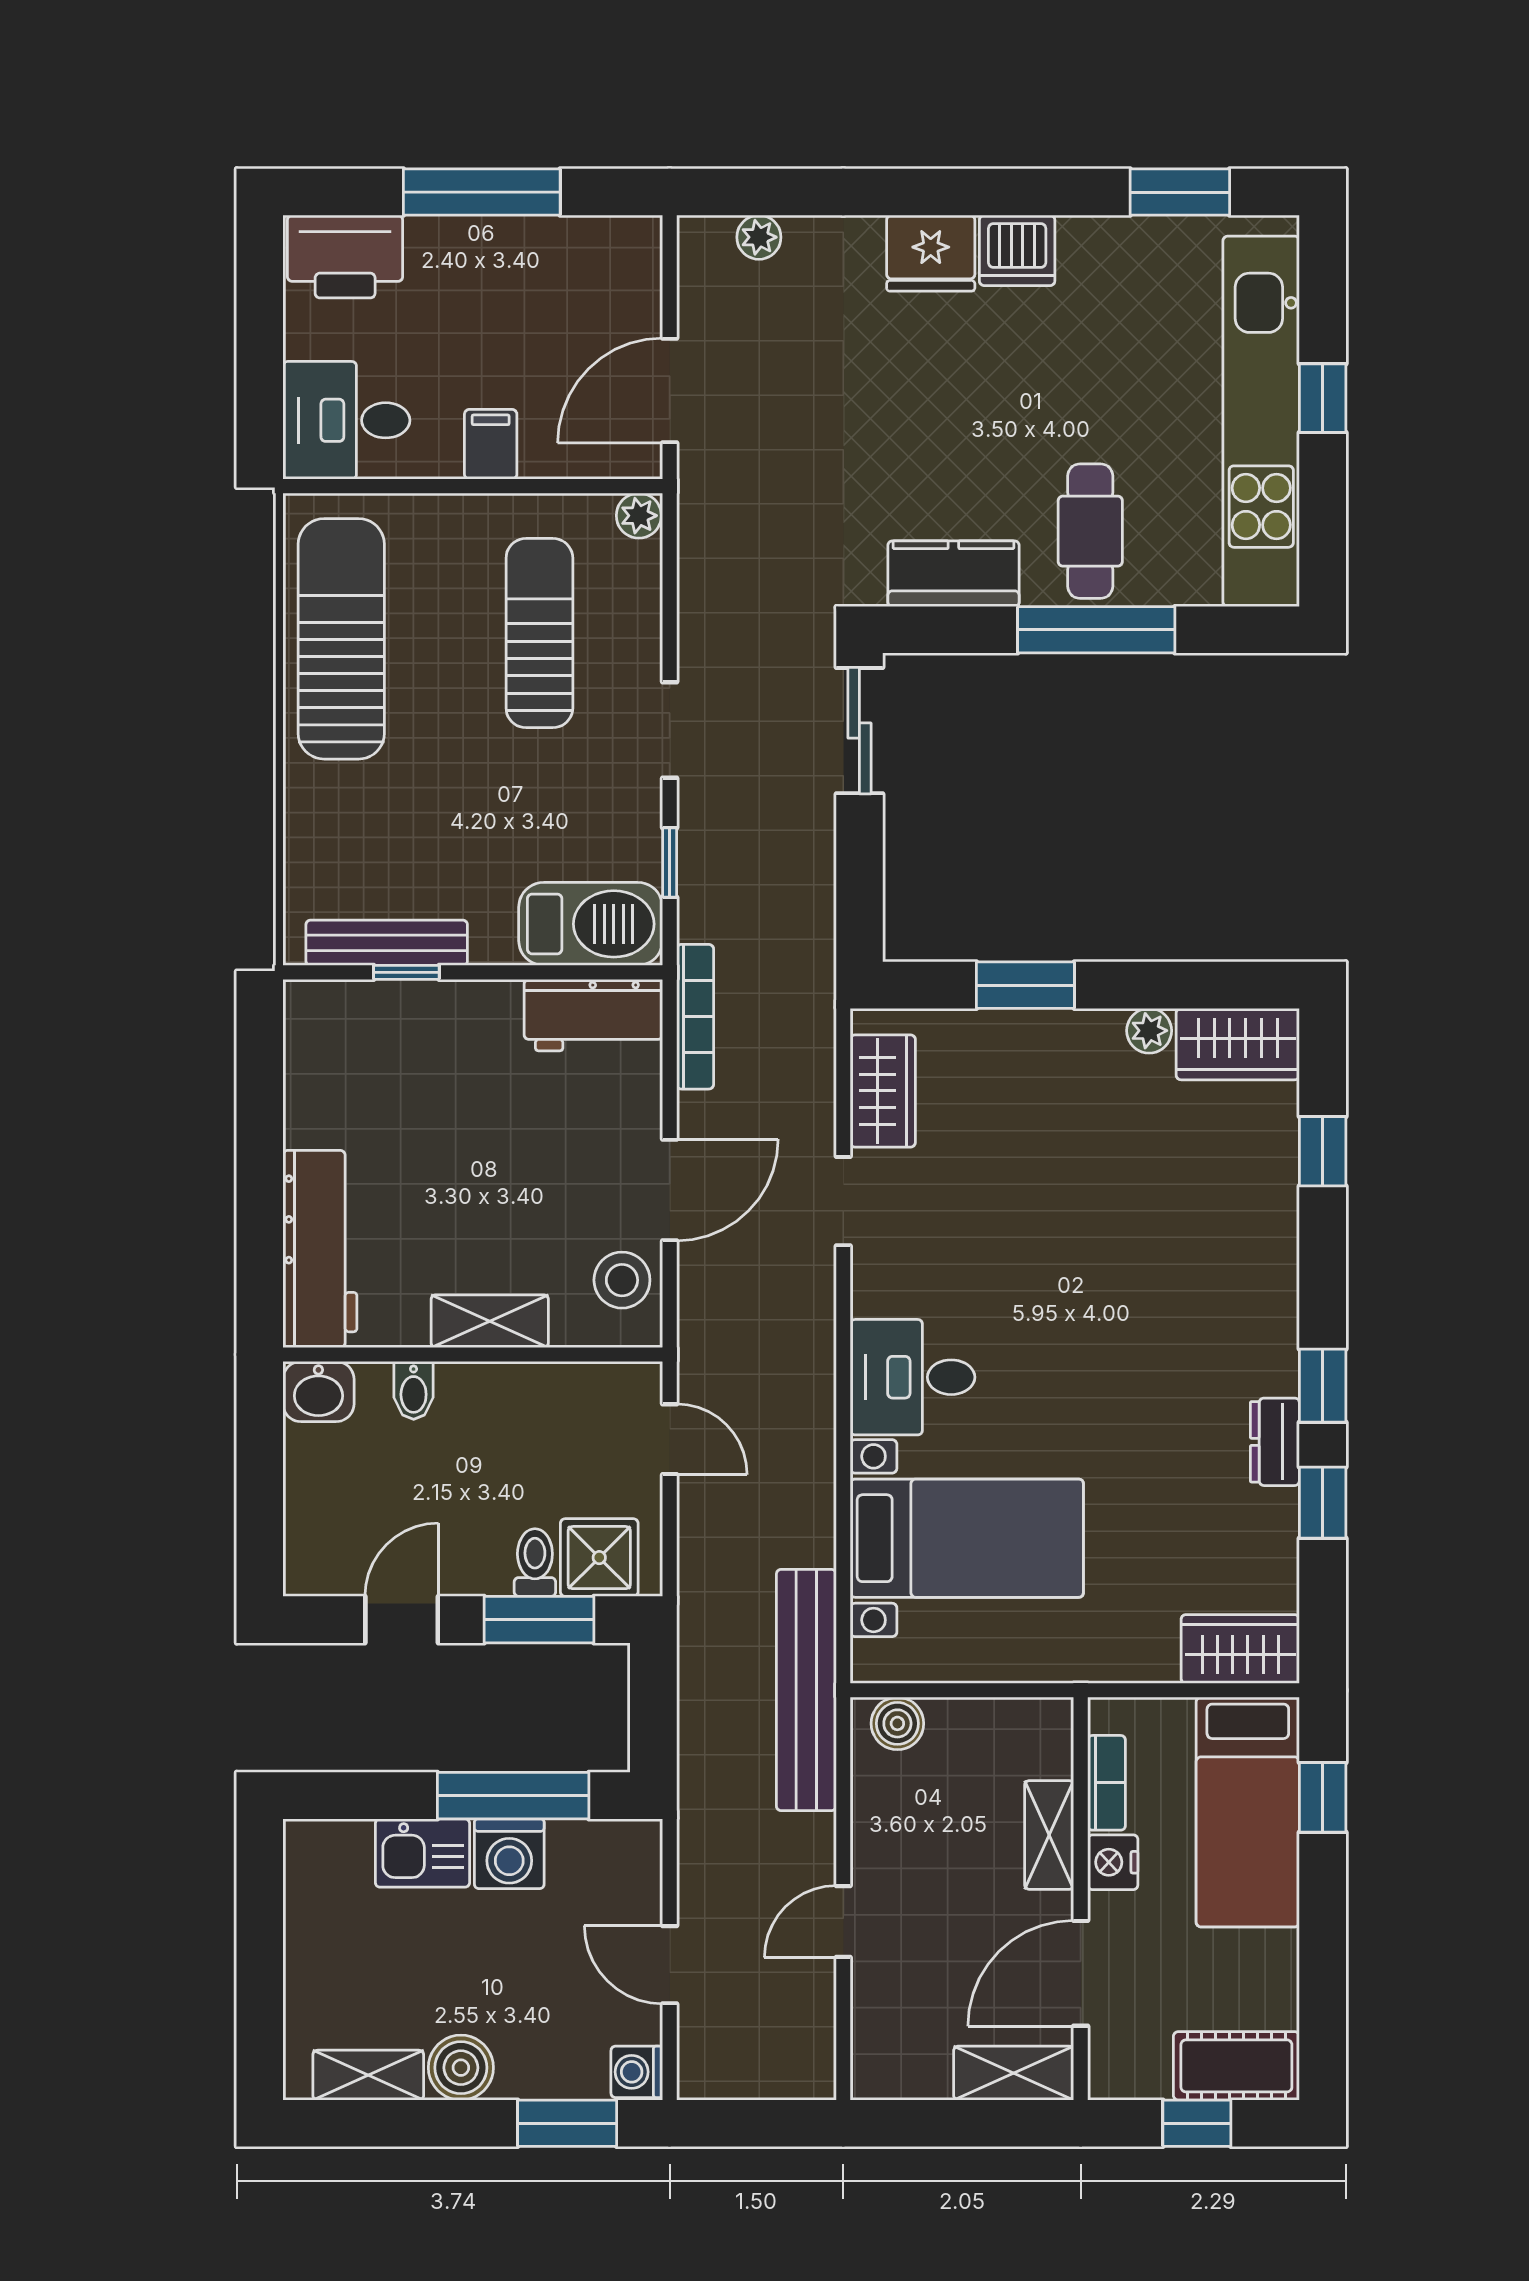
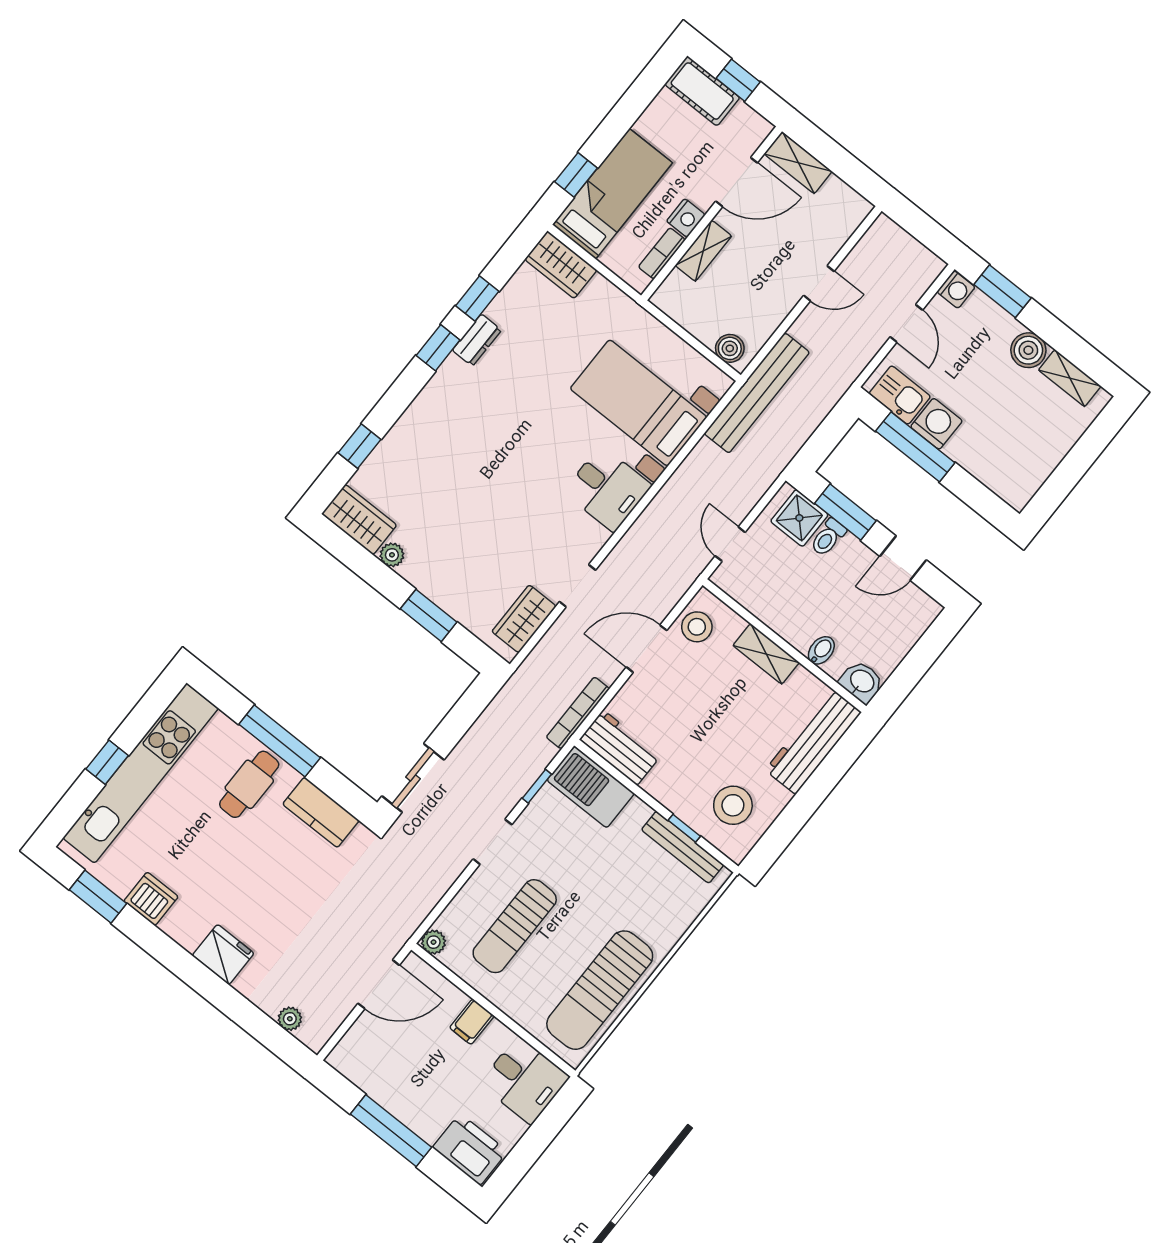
dishwasher: (1017, 250) -> (151, 899), moved
stool: (362, 1062) -> (733, 805), added
kitchen sink: (422, 1853) -> (900, 395), moved

